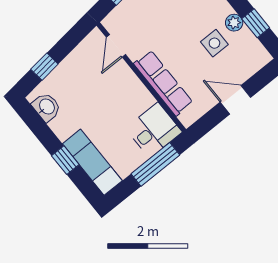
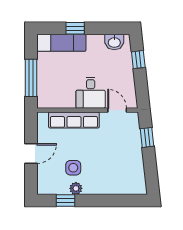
desk: (154, 130) -> (91, 93), moved

